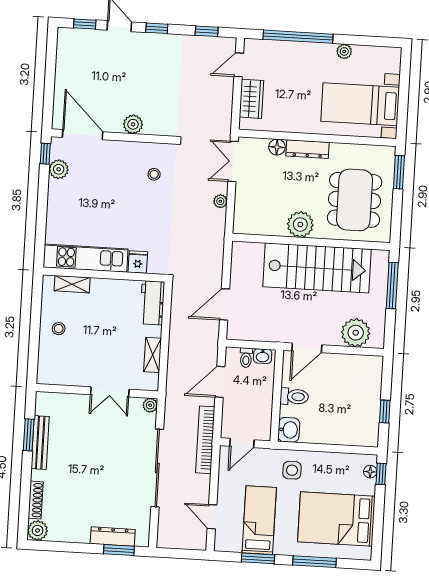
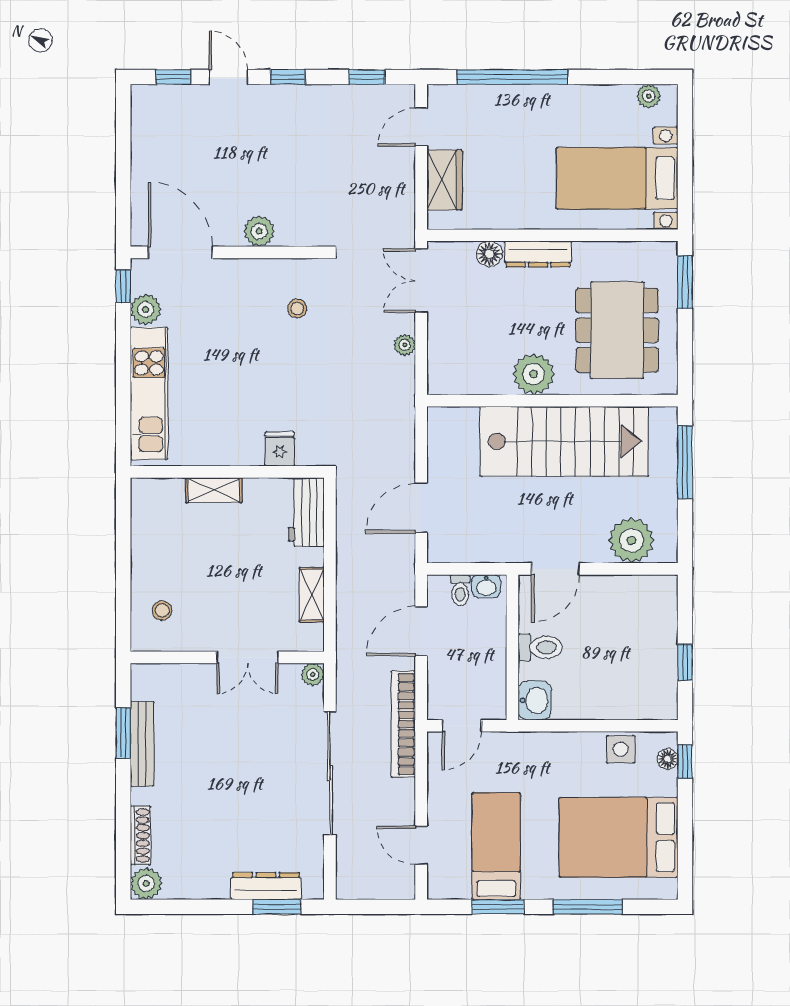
plant: (344, 51) -> (649, 96), moved
kitchen unit: (86, 258) -> (149, 393), moved, turned 90
shelving: (72, 284) -> (214, 490), moved
stool: (59, 329) -> (162, 610), moved
side table: (292, 470) -> (621, 749), moved

